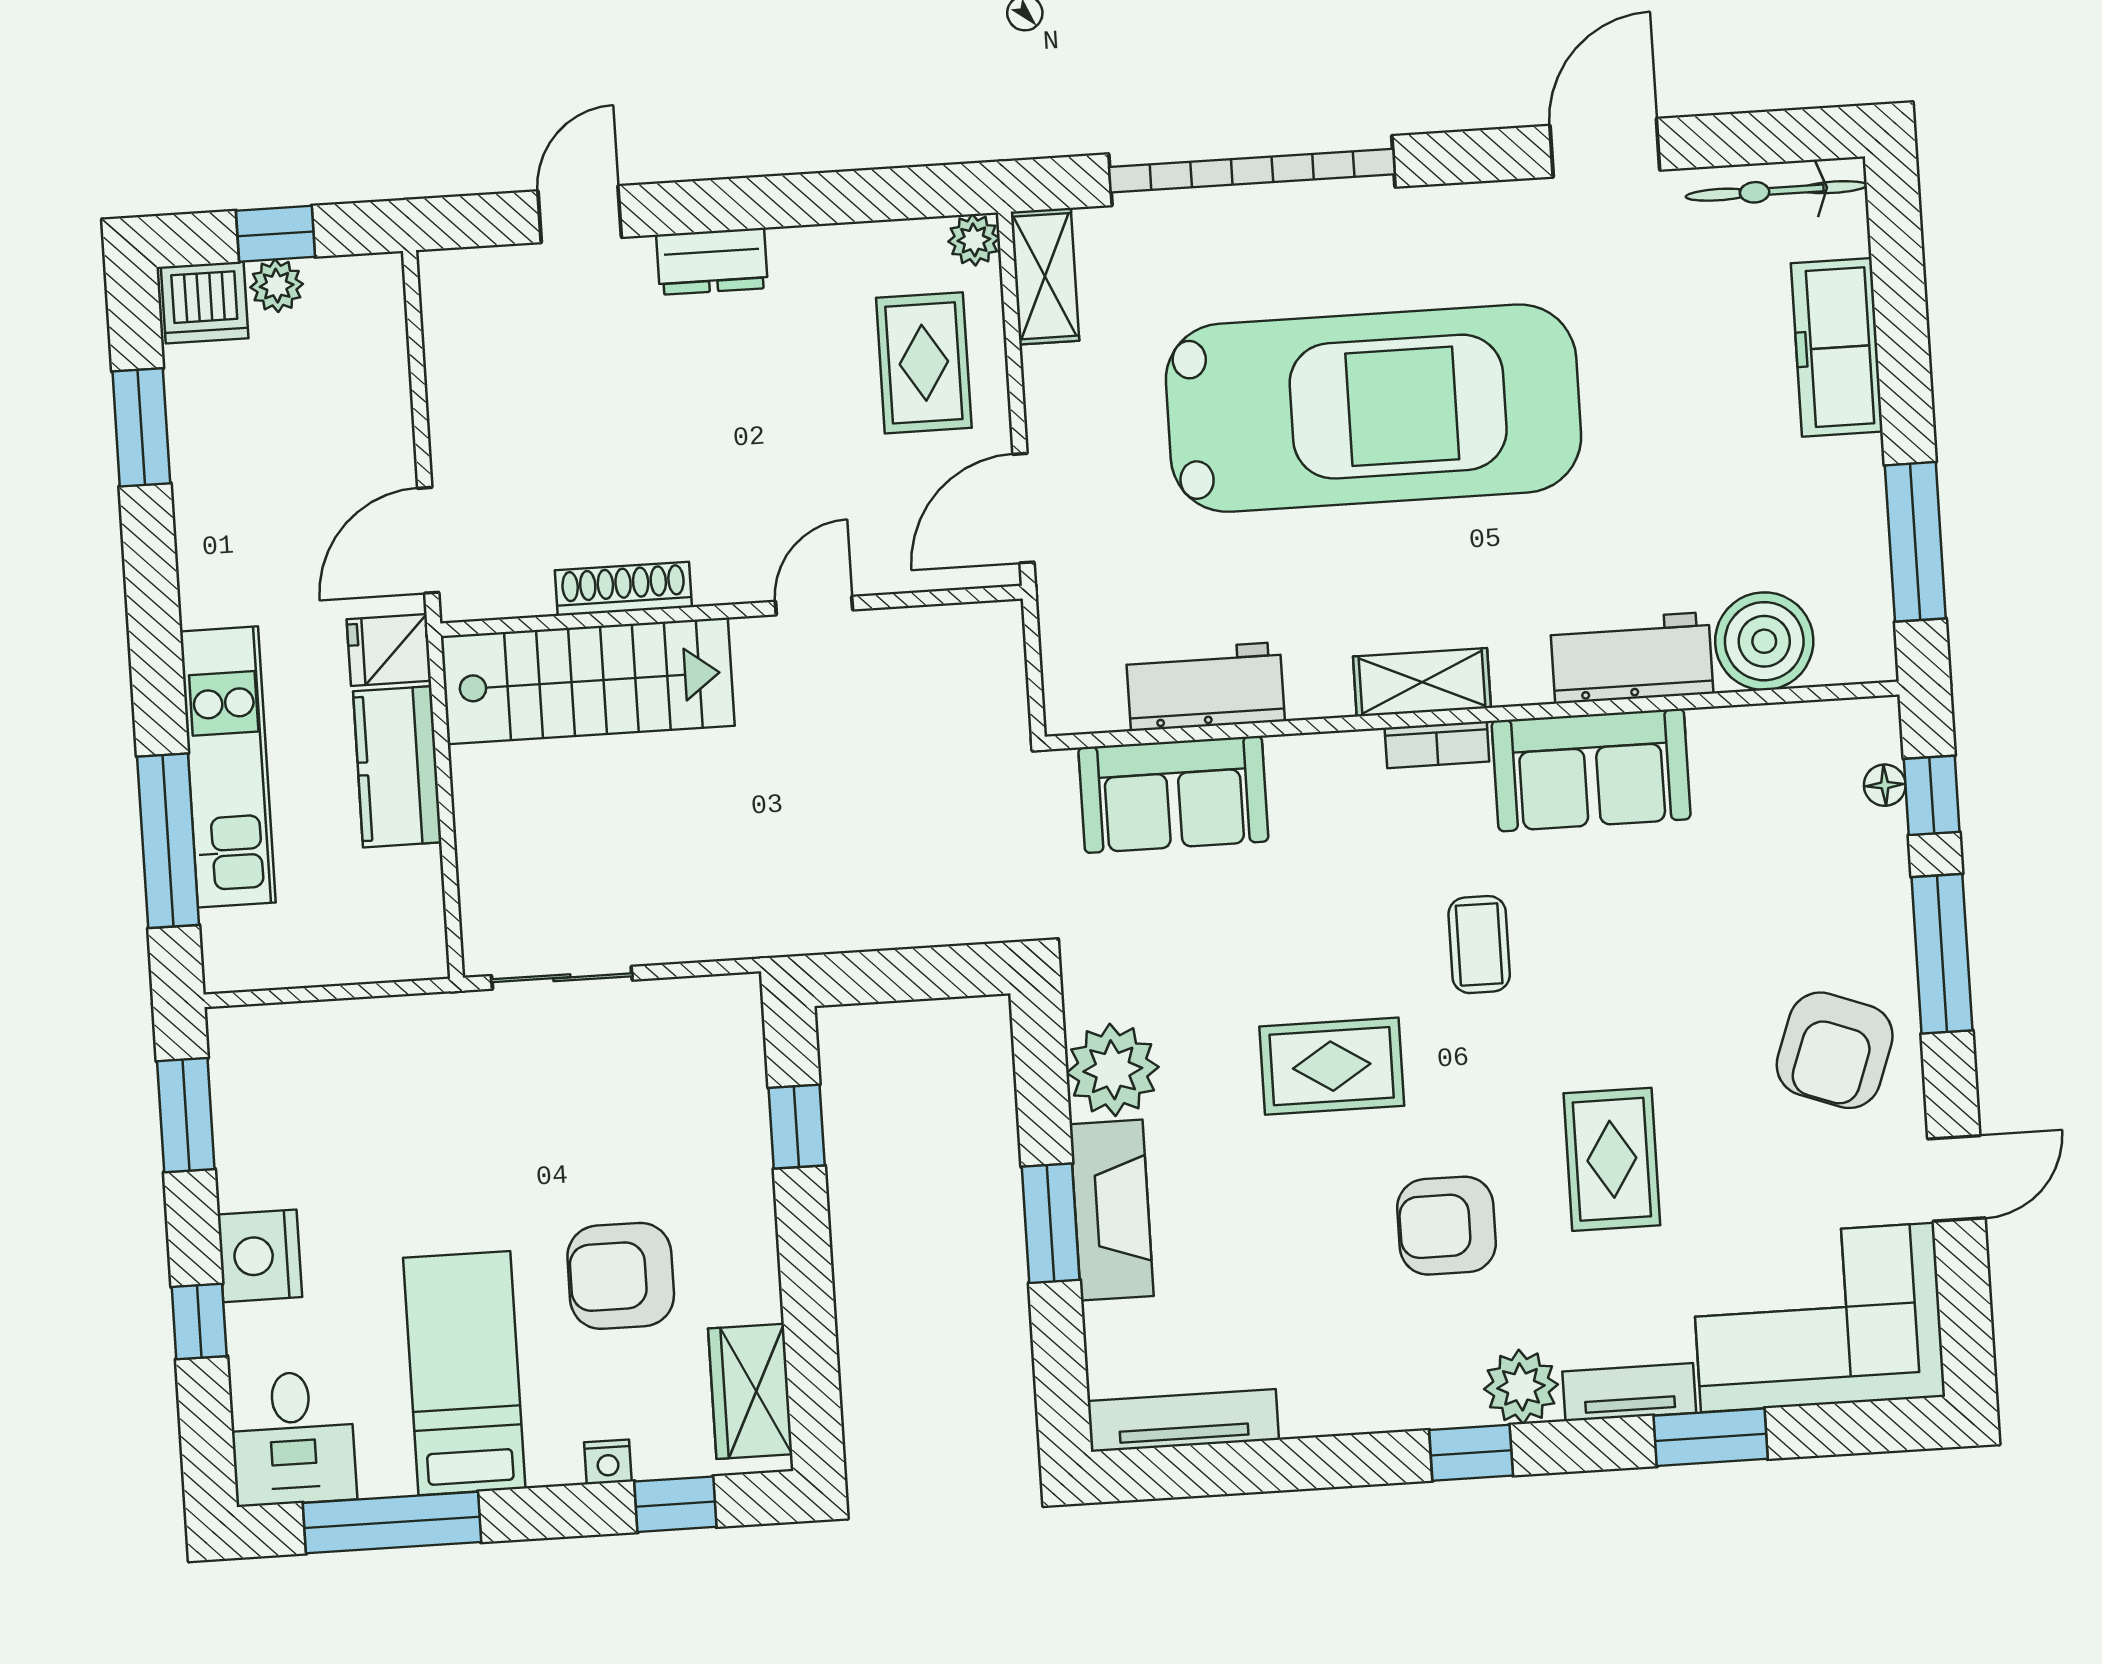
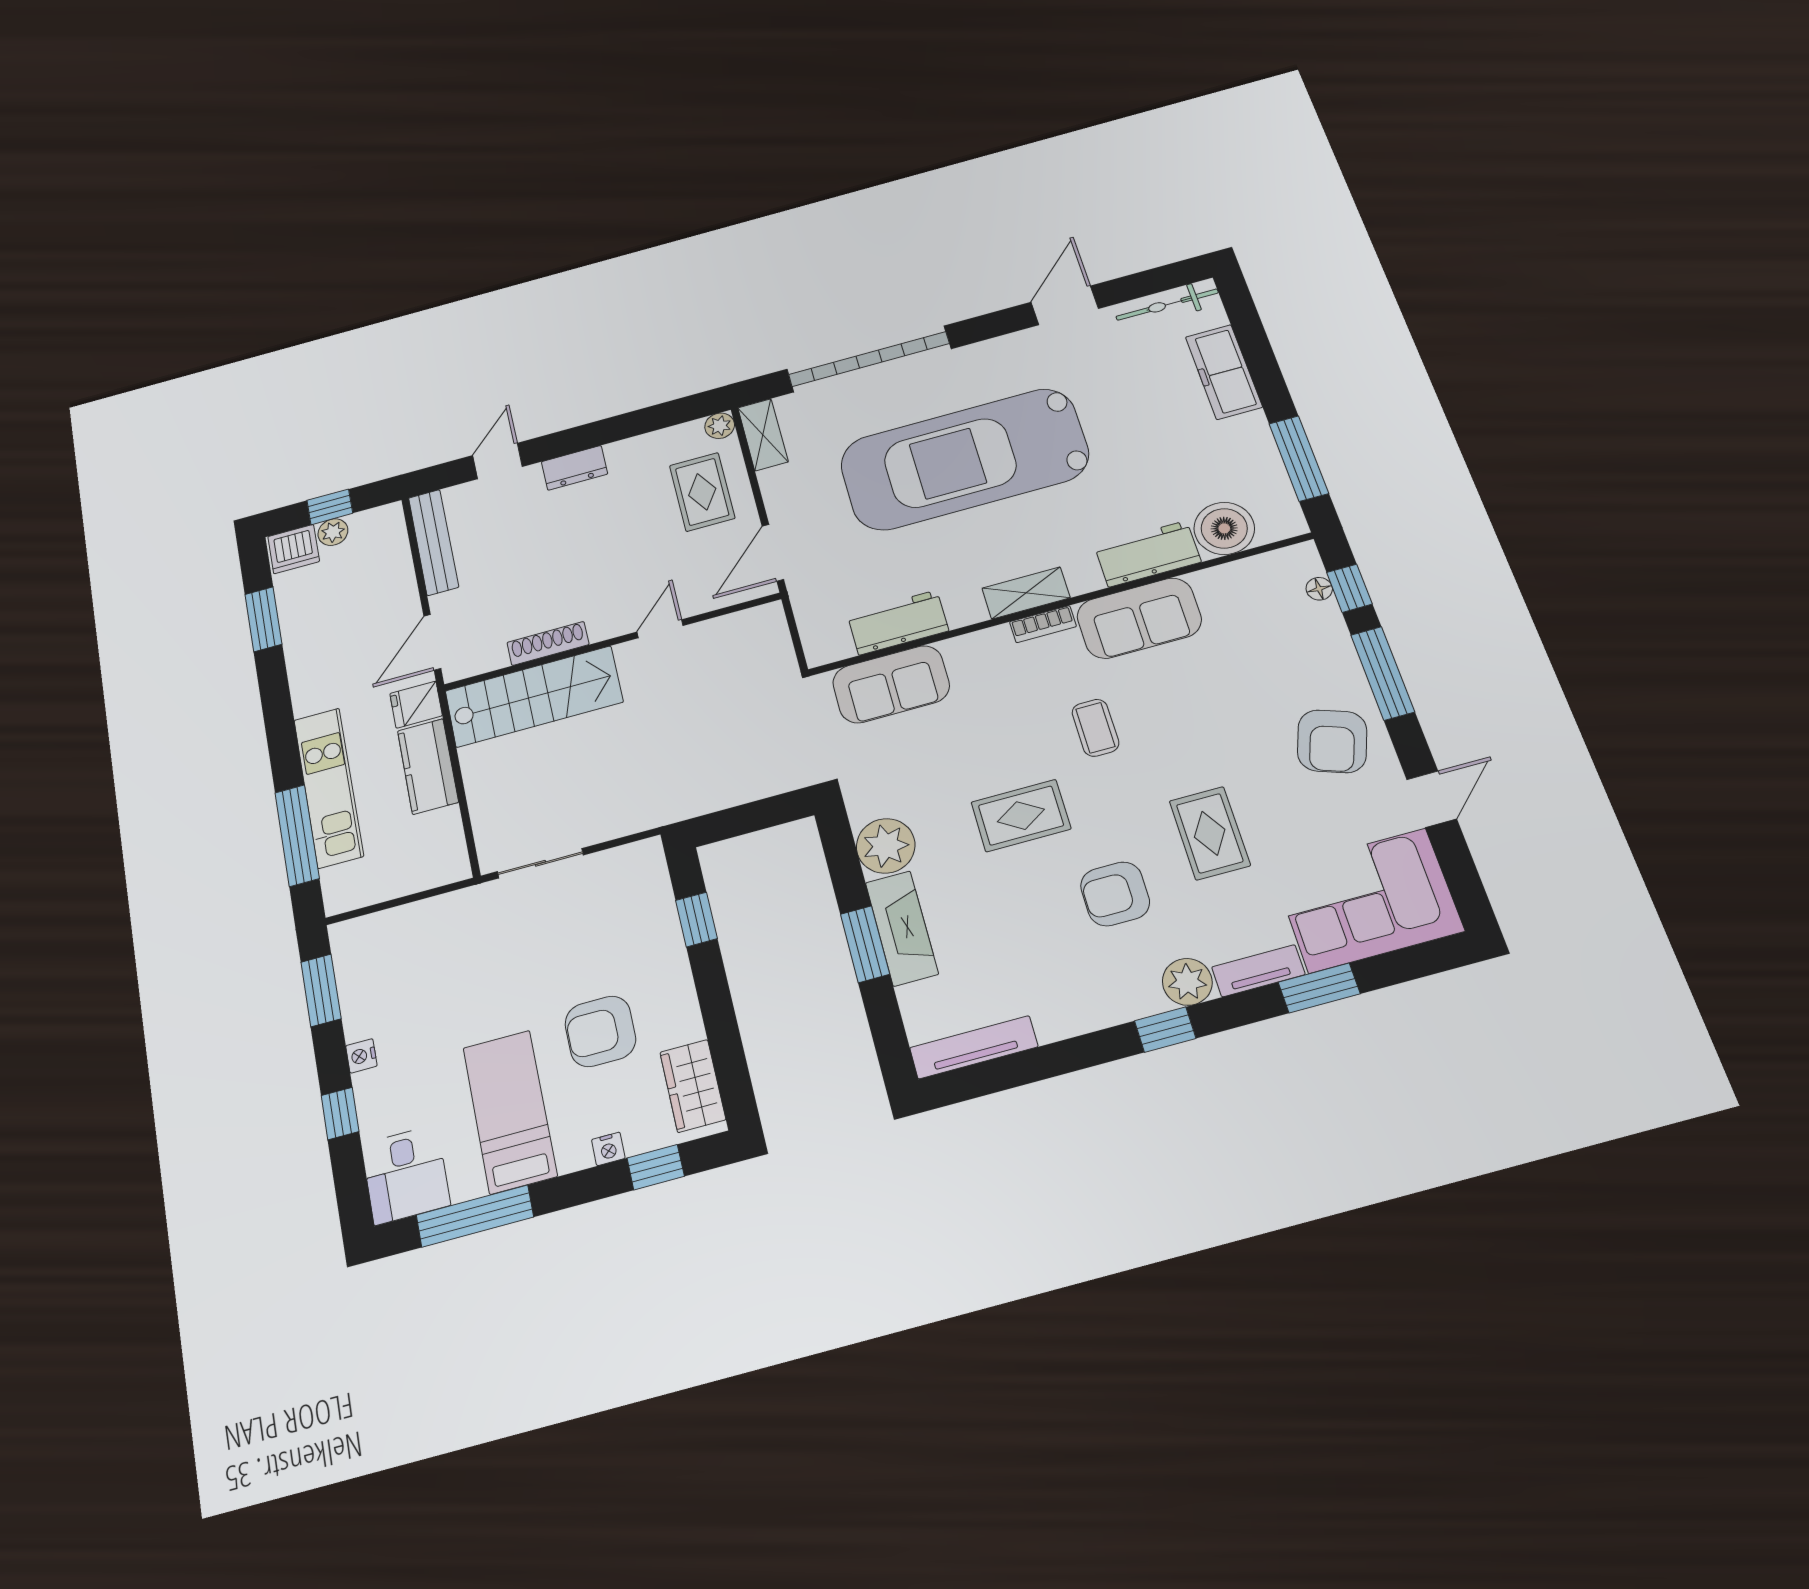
bench: (450, 348) -> (433, 542), added
car: (1374, 408) -> (964, 459), turned 180
nightstand: (260, 1256) -> (361, 1056), width x0.53, depth x0.56

